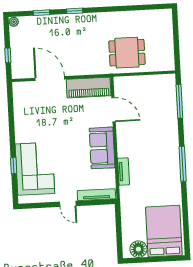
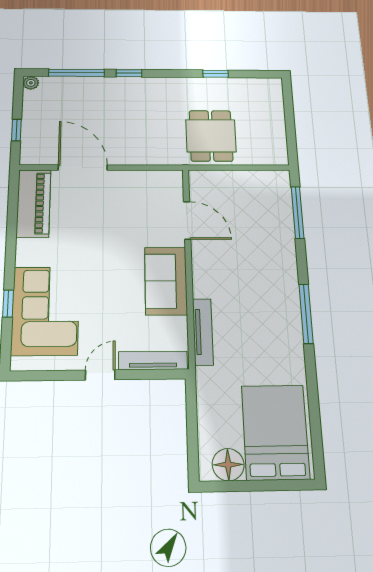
window: (129, 8) -> (216, 74), added
window: (41, 13) -> (76, 73), width x2.17
dining table: (127, 53) -> (211, 136), turned 90
piano: (89, 88) -> (34, 203), moved, turned -90
tv unit: (124, 172) -> (203, 332), width x1.41
door: (68, 204) -> (100, 375), swing flipped

